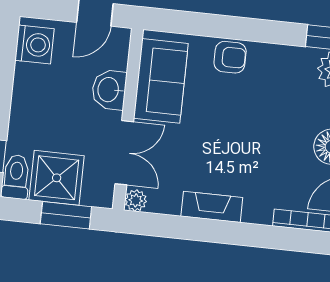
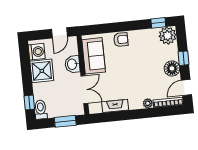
shower: (57, 178) -> (42, 71), moved
plant: (136, 200) -> (148, 103), moved
fireplace: (212, 207) -> (115, 106), moved

